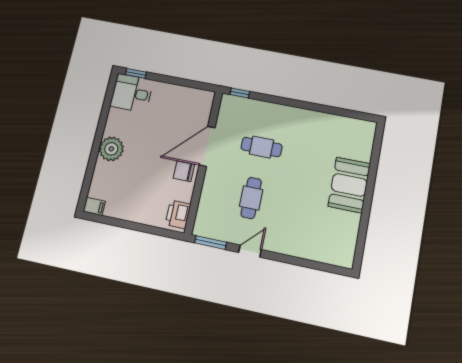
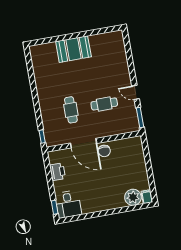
plant: (111, 149) -> (133, 197), moved
printer: (178, 214) -> (57, 172), moved, turned -90

